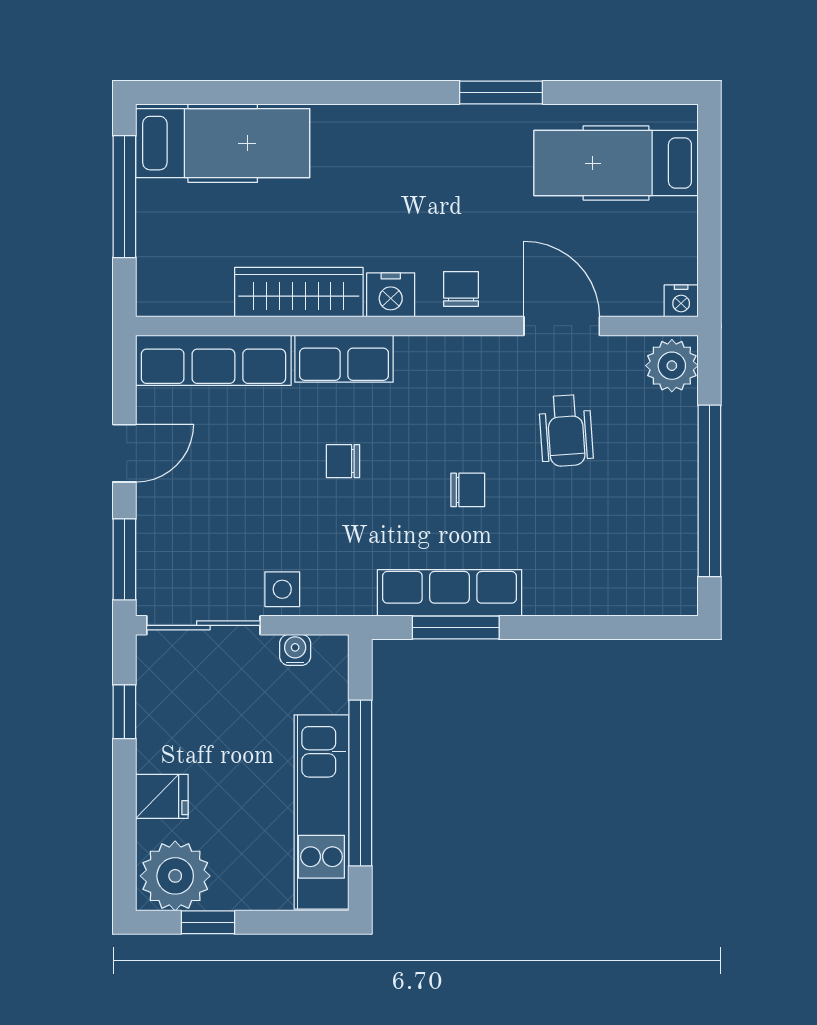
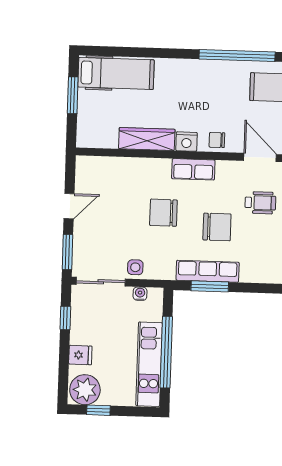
window: (501, 92) -> (237, 56), width x2.11
window: (124, 197) -> (73, 95), width x0.69
chair: (461, 289) -> (217, 140), turned -90
row of seats: (344, 359) -> (193, 169), moved
row of seats: (213, 360) -> (109, 167), removed
wheelchair: (566, 431) -> (260, 203), turned -86
chair: (343, 461) -> (163, 213), width x1.87, depth x1.87
chair: (468, 490) -> (217, 227), width x1.87, depth x1.87

